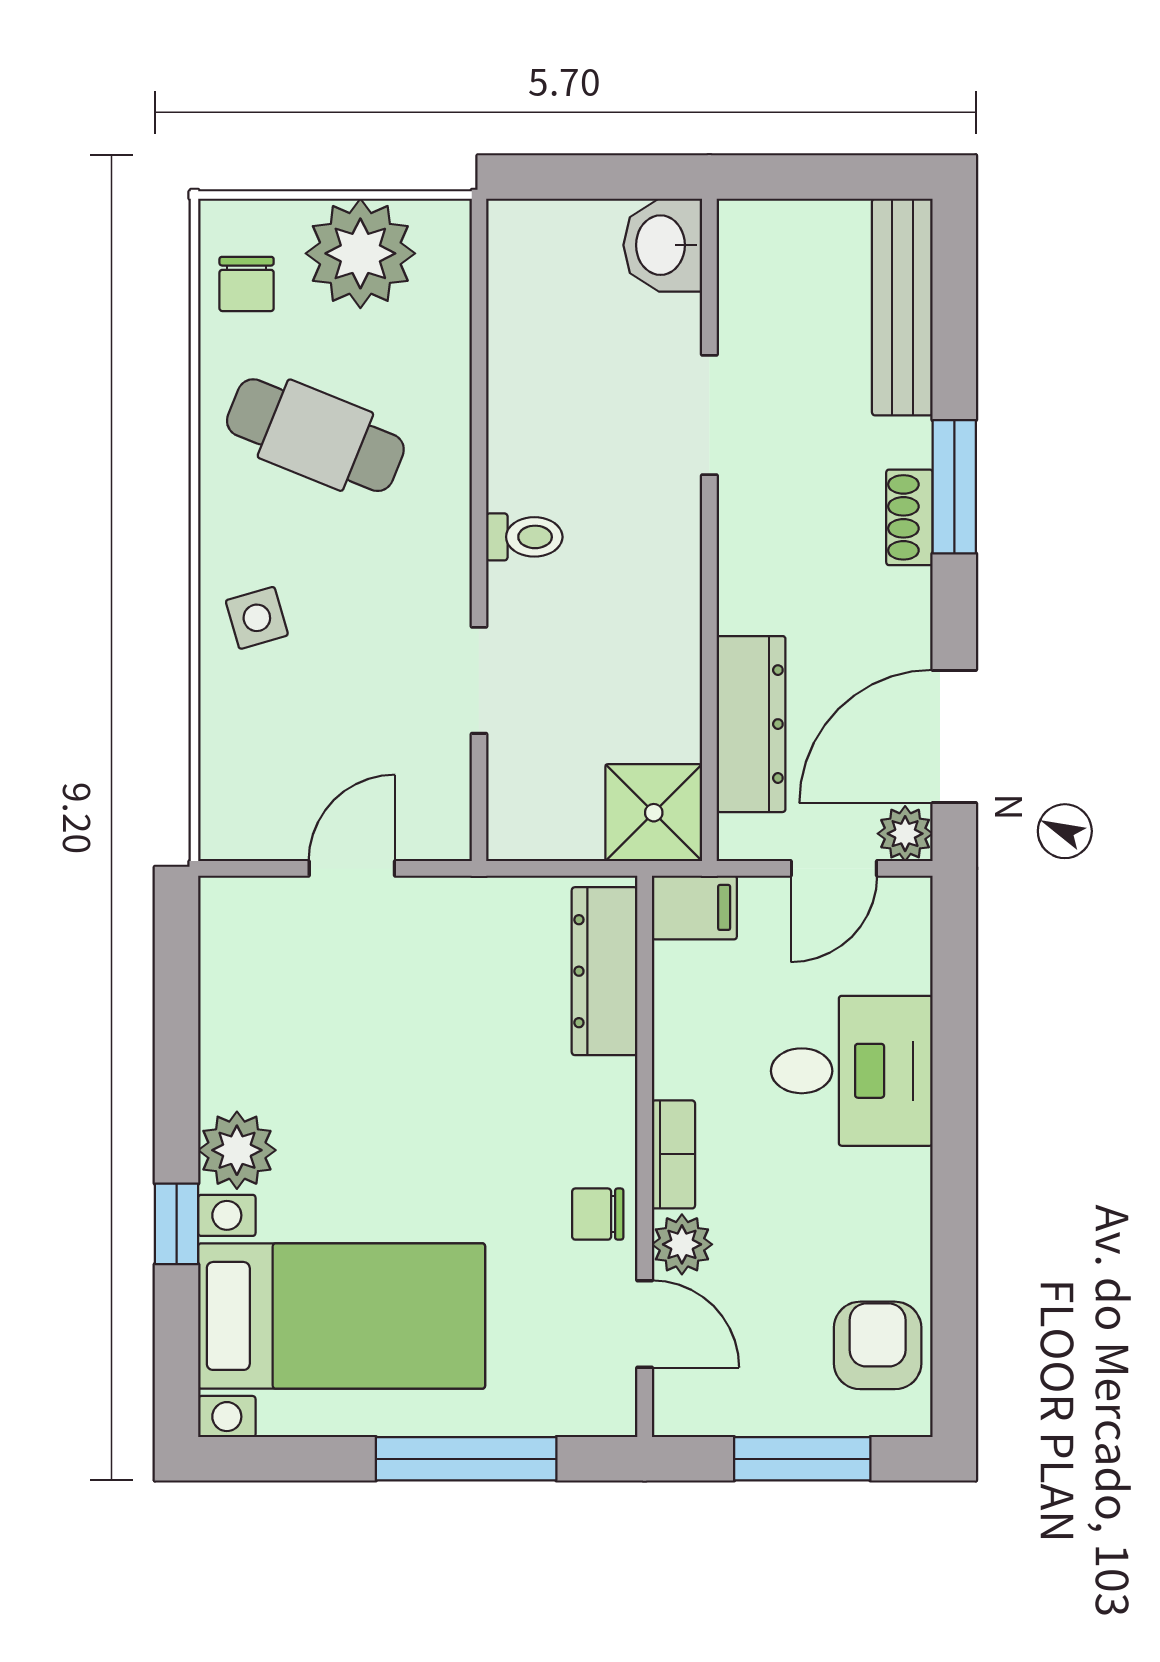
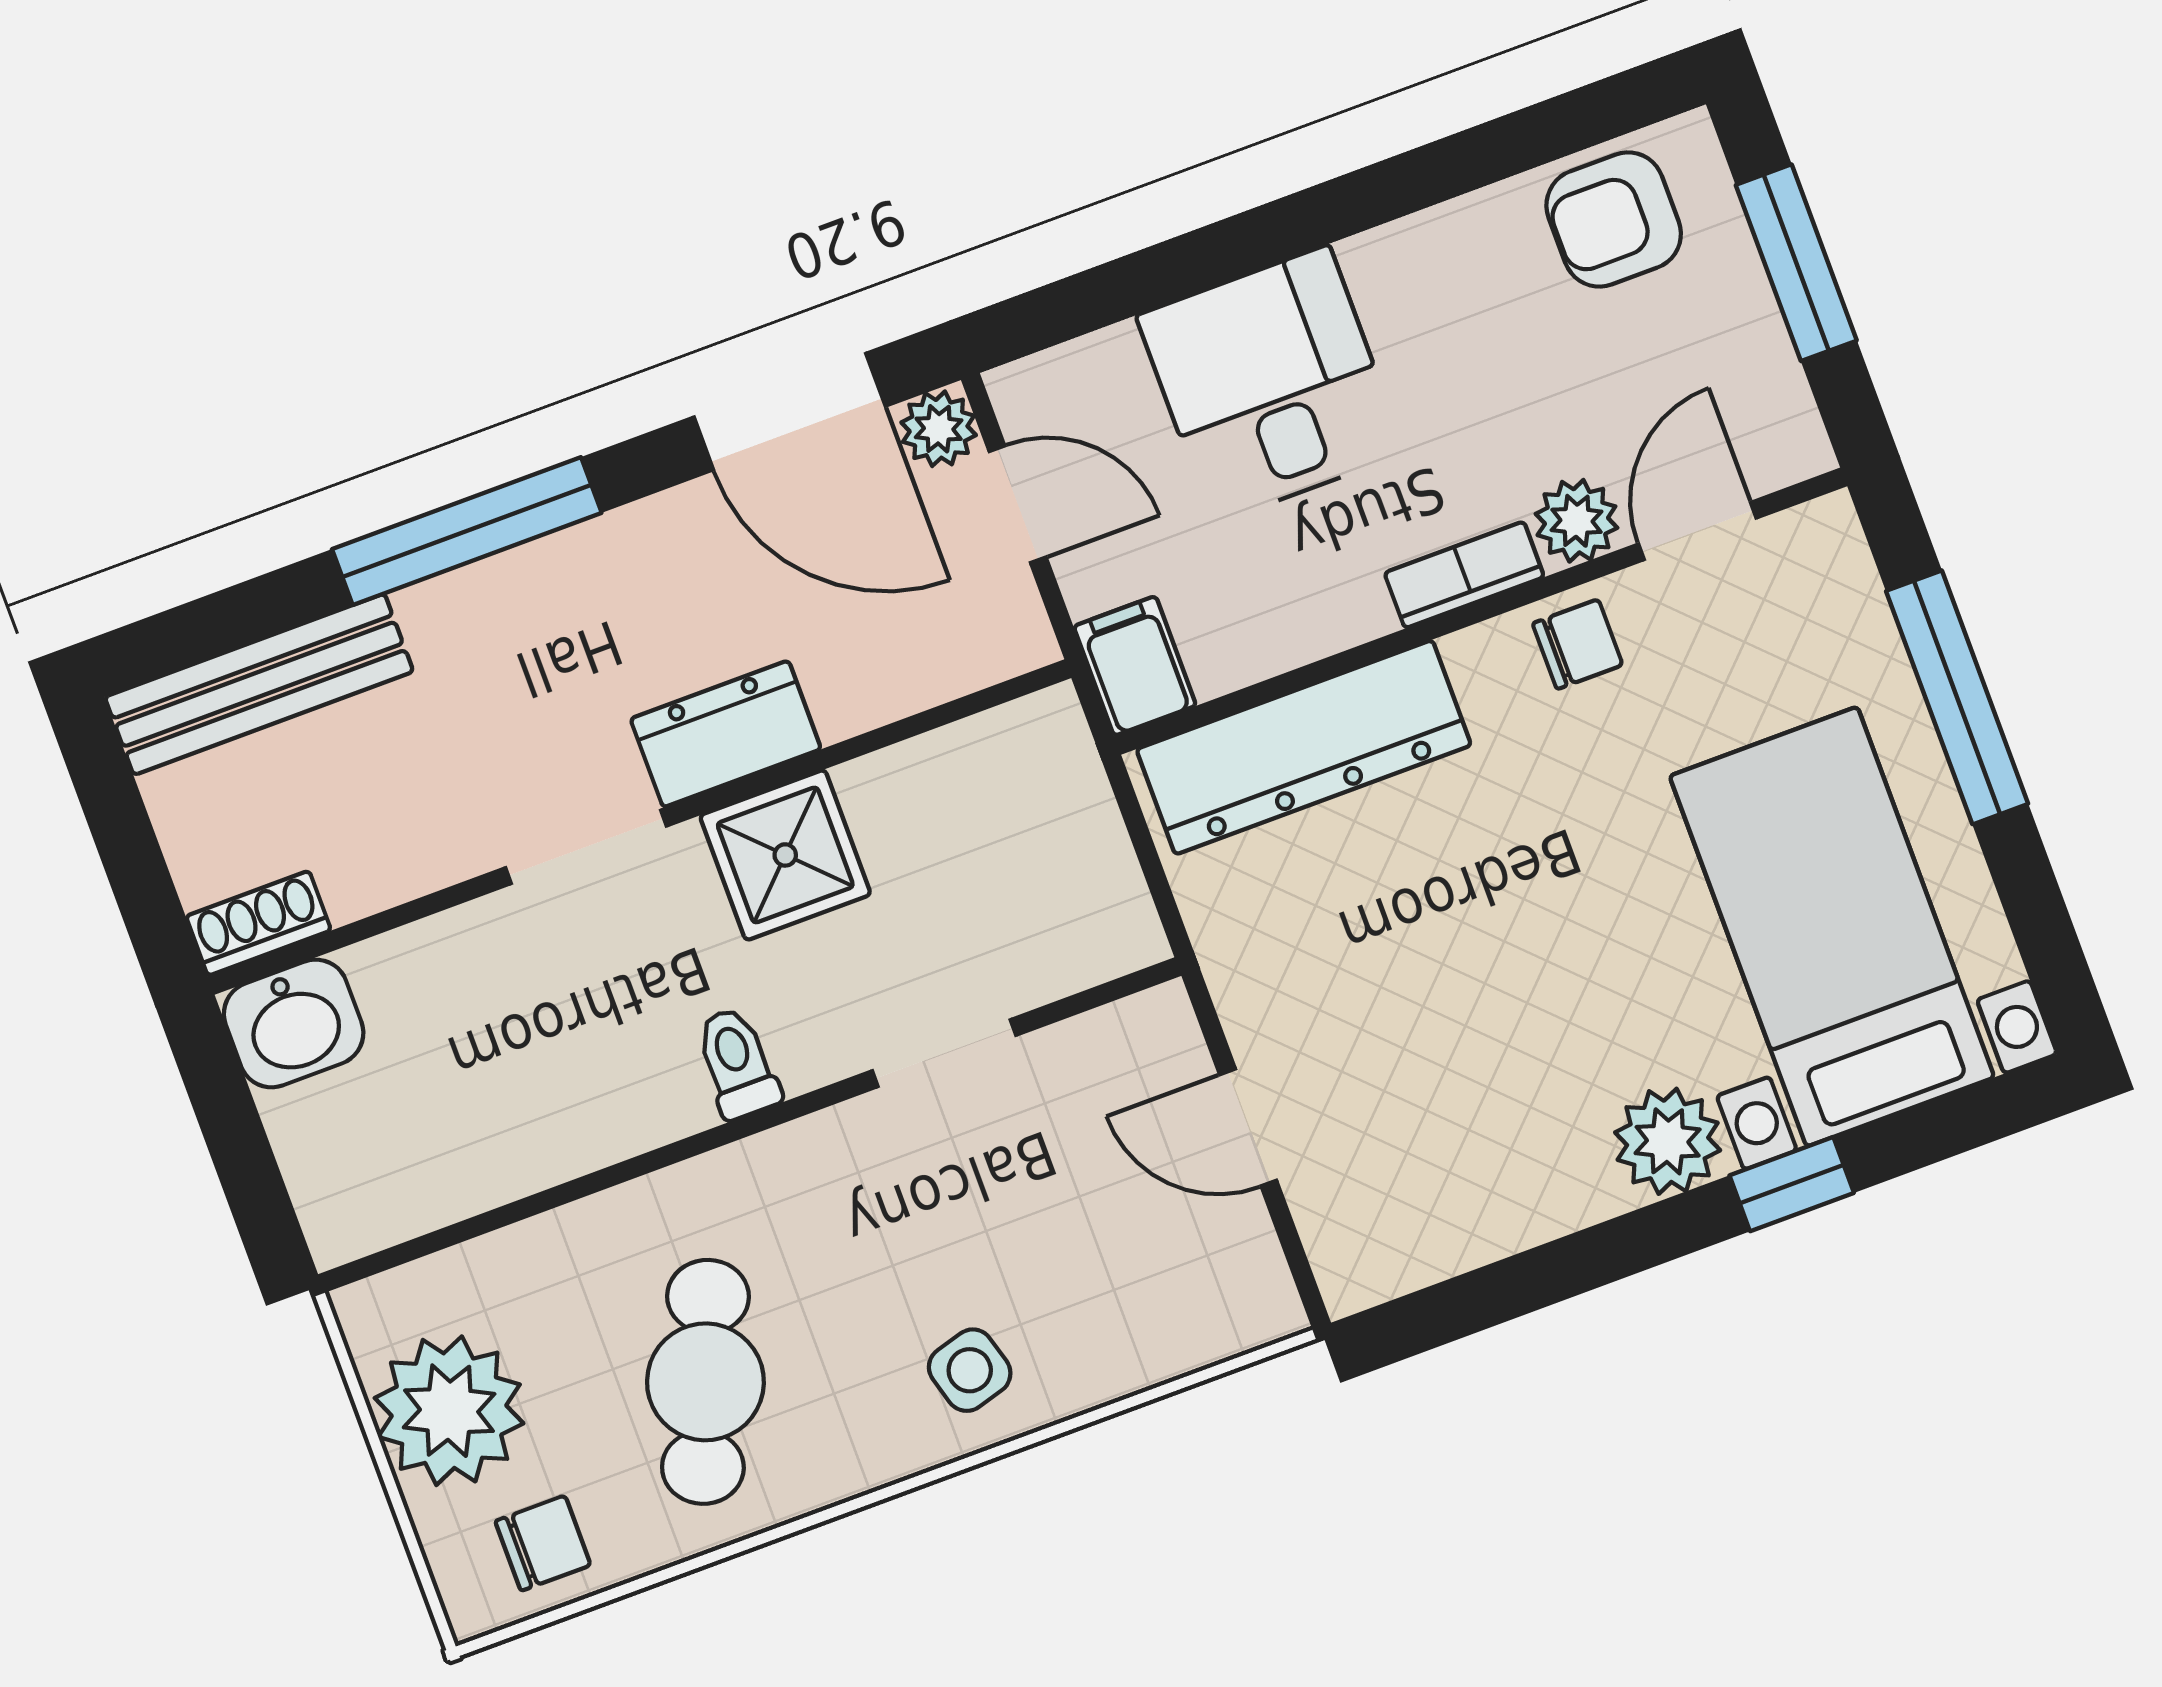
doorway: (709, 415) -> (586, 847), moved
window: (954, 487) -> (467, 531), width x1.44
shoe rack: (909, 517) -> (258, 923), moved, turned 180
dresser: (751, 724) -> (726, 734), moved, width x0.70
shower: (654, 813) -> (785, 855), moved
dresser: (605, 971) -> (1304, 747), width x1.37, depth x1.24
chair: (598, 1214) -> (1578, 644), turned -90

